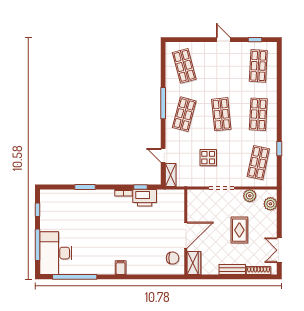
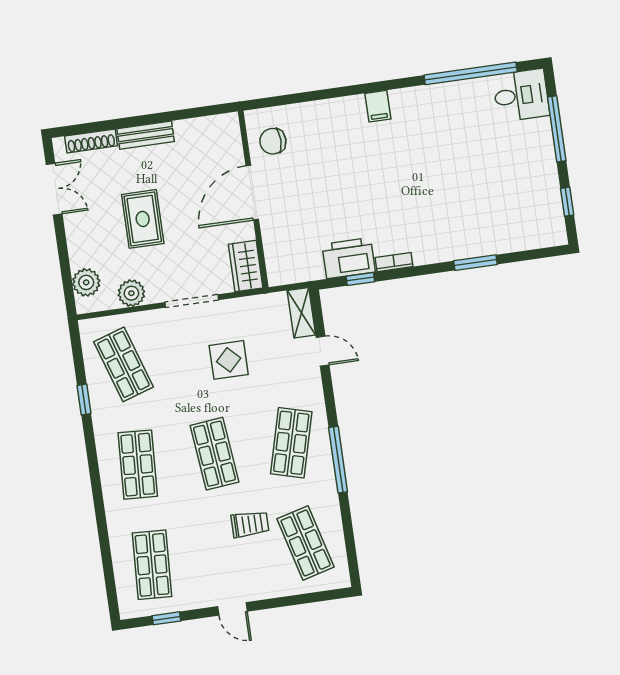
trolley: (209, 79) -> (250, 524), added
shop shelf: (258, 163) -> (123, 364), turned -30
desk: (56, 253) -> (521, 95), width x0.53, depth x0.77
wardrobe: (194, 263) -> (246, 266), moved

